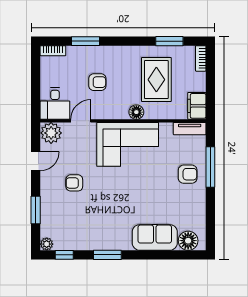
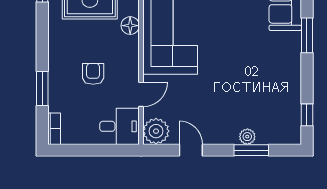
door: (81, 121) -> (141, 94), swing flipped
armchair: (74, 183) -> (218, 102), removed
plant: (47, 244) -> (247, 137), moved
window: (107, 255) -> (307, 35), moved

